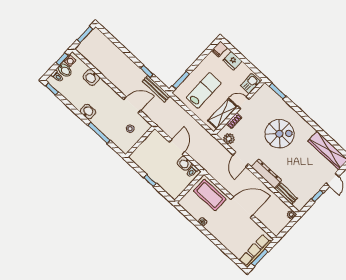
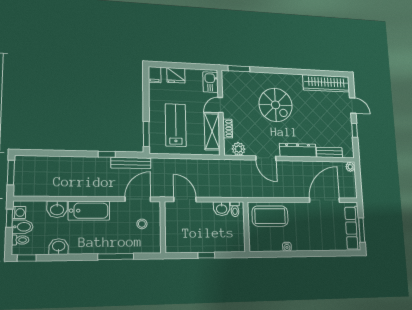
bathtub: (108, 94) -> (89, 211), added
door: (132, 105) -> (138, 199), moved
washbasin: (88, 112) -> (59, 247), moved
spiral stairs: (279, 134) -> (276, 105), turned 90
door: (177, 147) -> (185, 199), moved
door: (242, 207) -> (324, 200), moved

